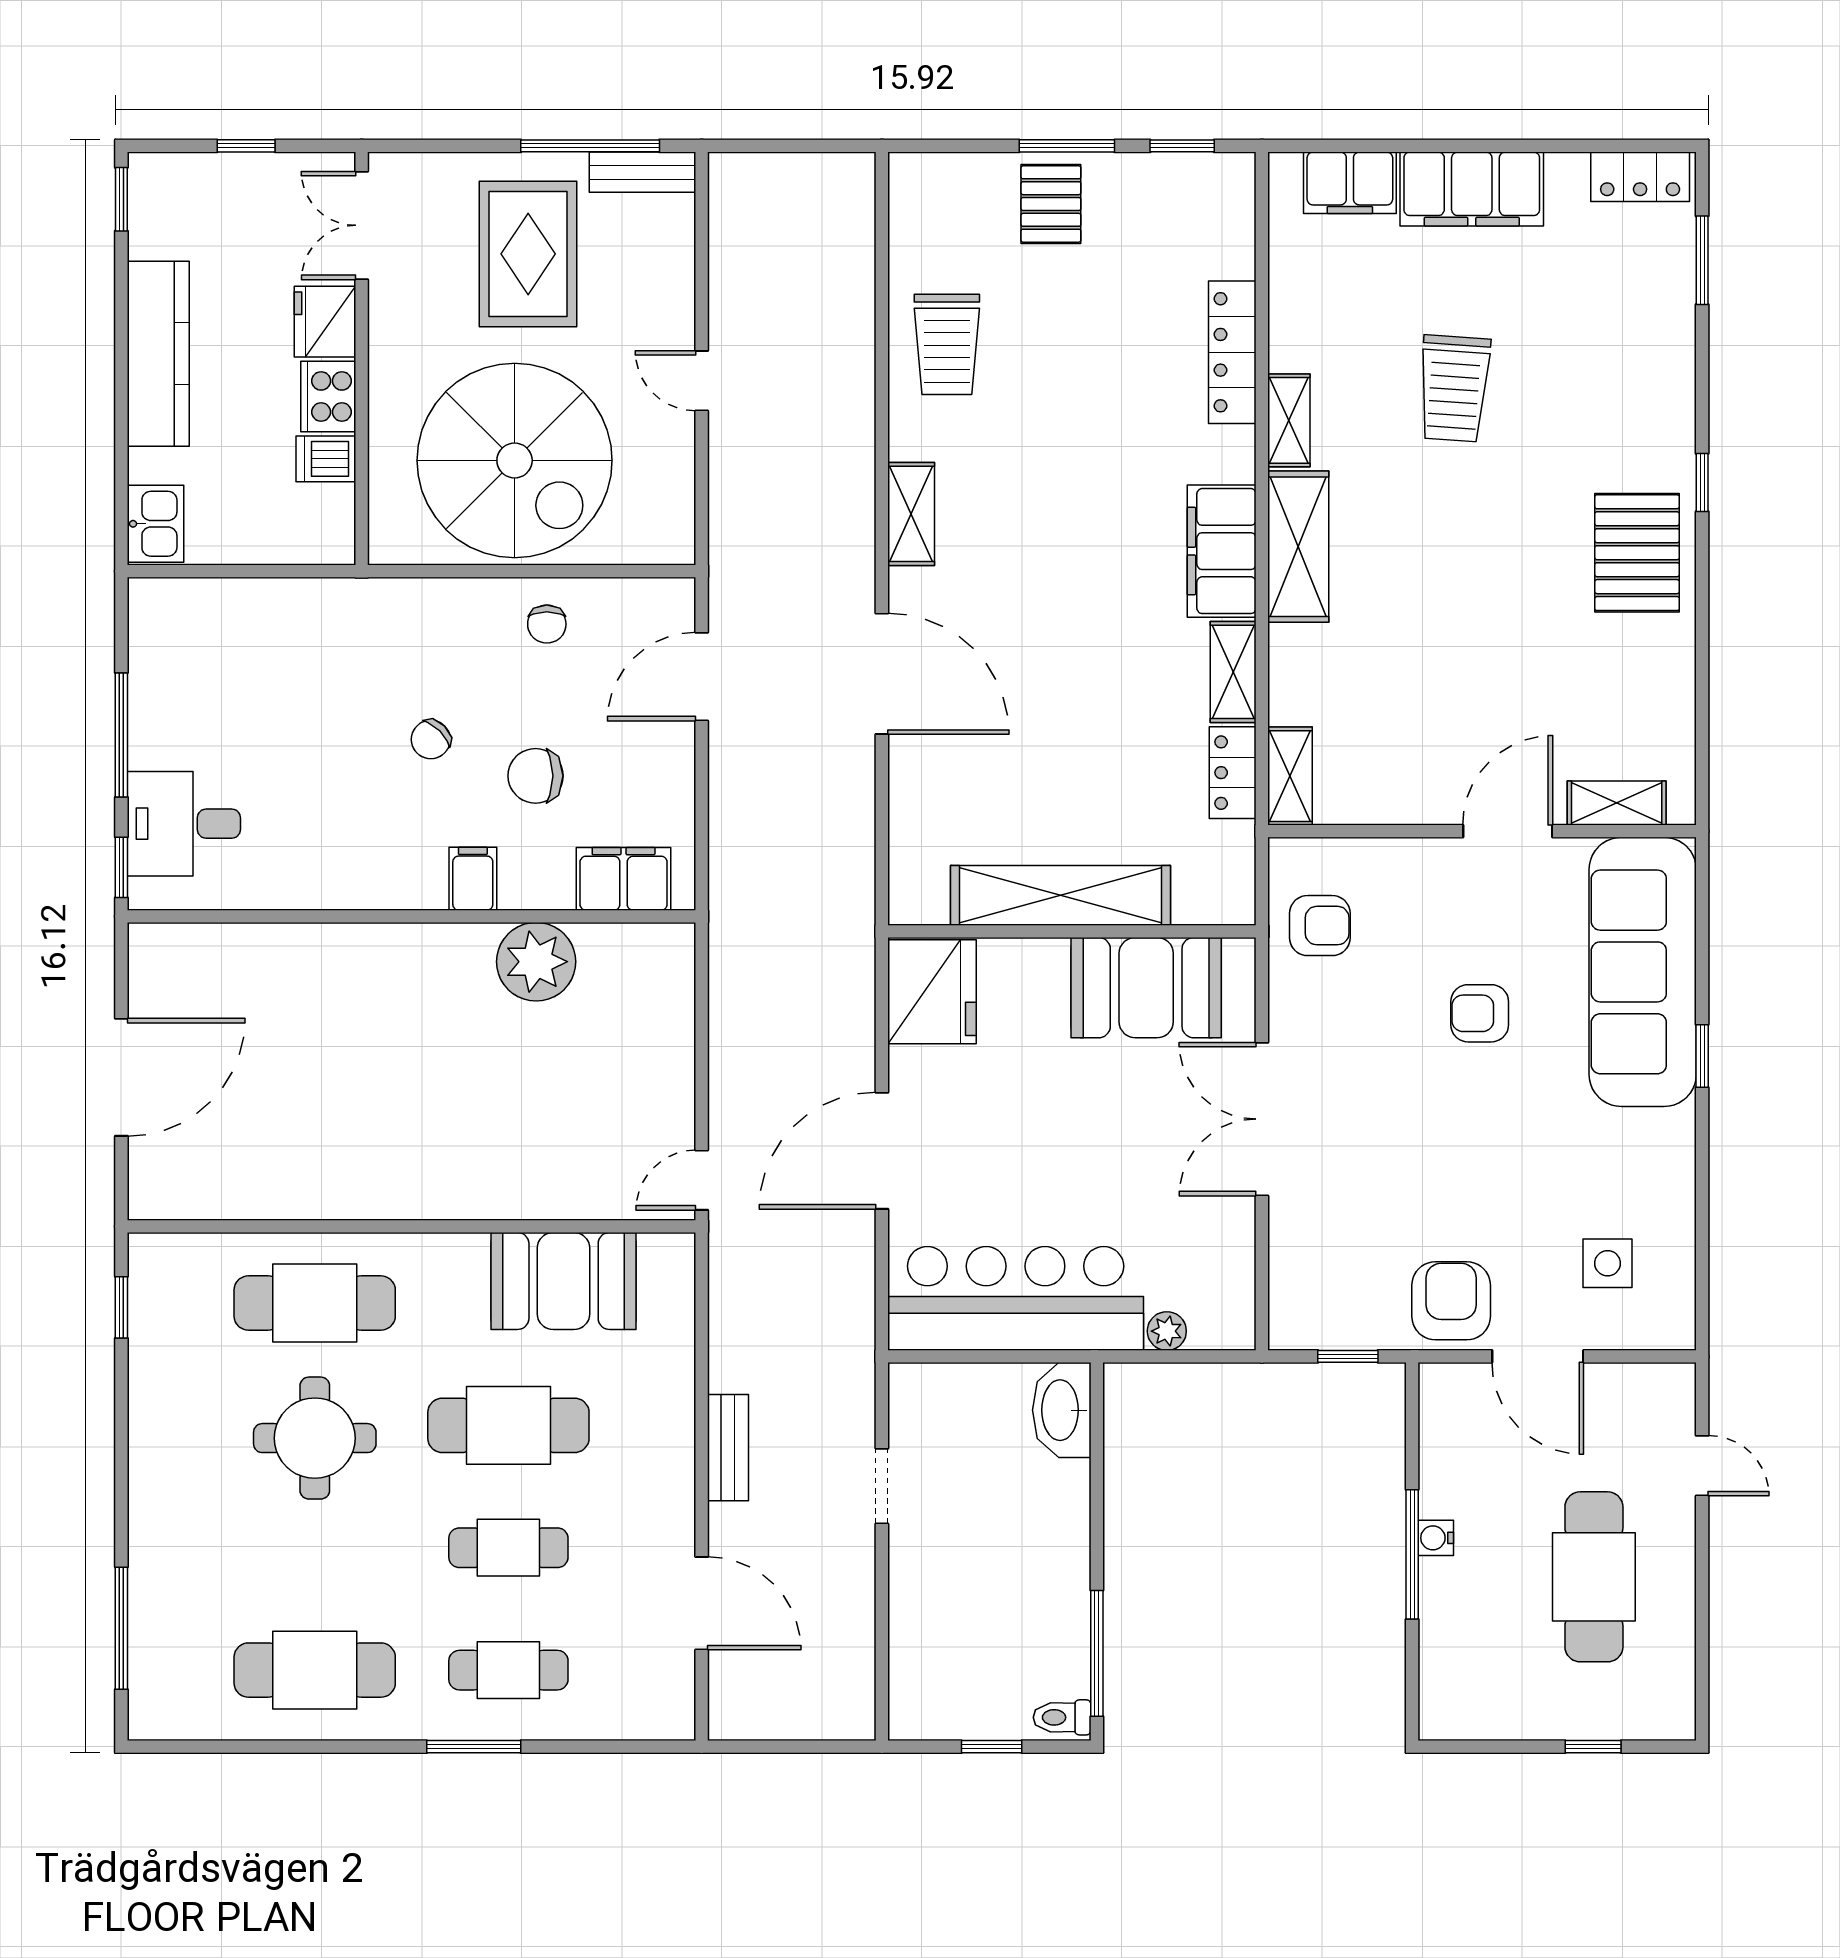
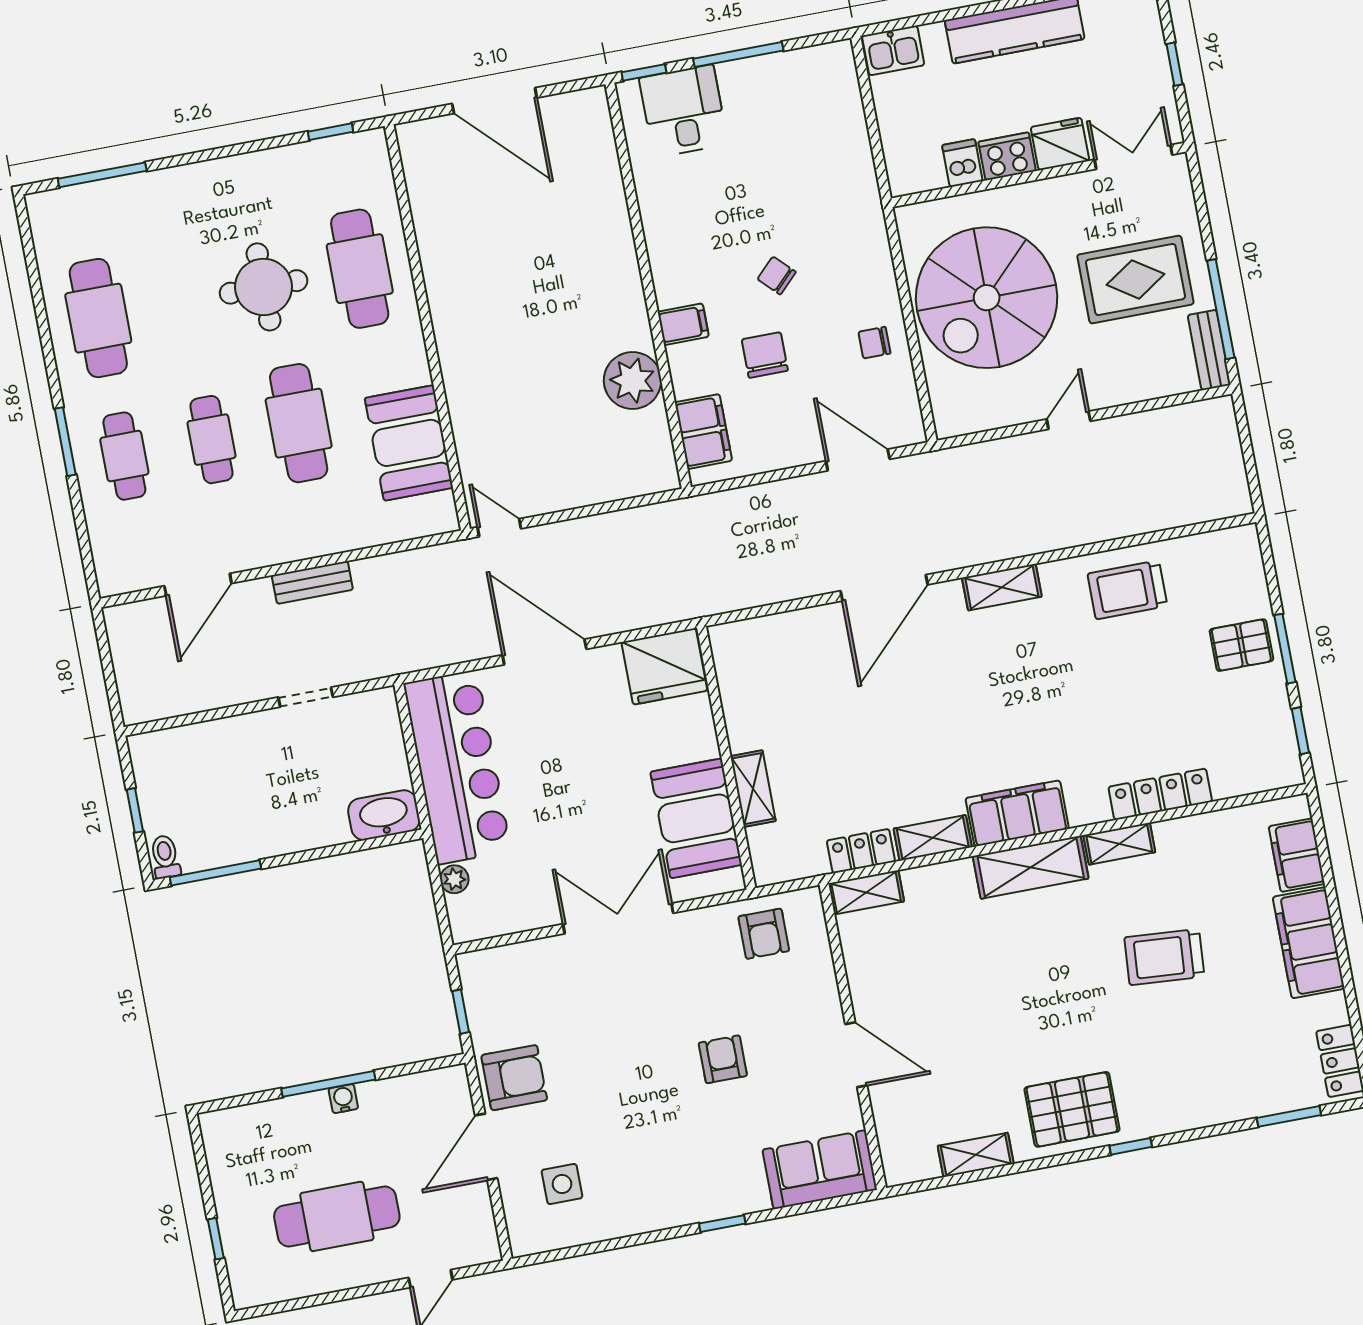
shelving: (1617, 803) -> (976, 1155), moved, turned 90
shelving: (1060, 895) -> (753, 789), width x0.45, depth x0.75
sofa: (1643, 972) -> (820, 1170), width x0.54, depth x0.79

